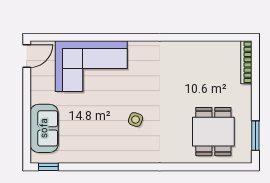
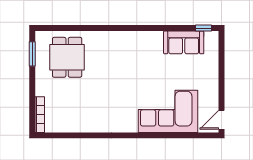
side table: (136, 120) -> (131, 67), removed
sofa: (44, 128) -> (184, 42), moved, turned -90

